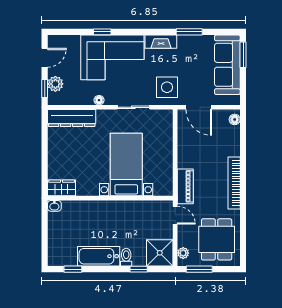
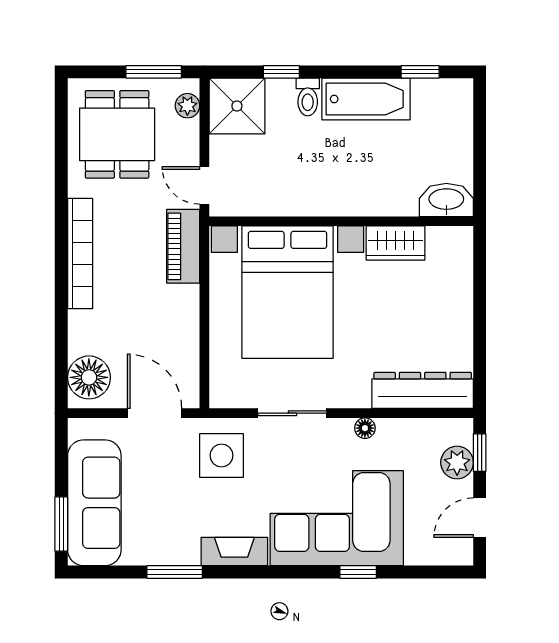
floor lamp: (235, 119) -> (89, 377), width x1.89, depth x1.89
bed with nightstands: (126, 165) -> (287, 292), width x1.36
wardrobe: (62, 188) -> (395, 243), moved
washbasin: (54, 206) -> (446, 200), width x1.91, depth x1.45

